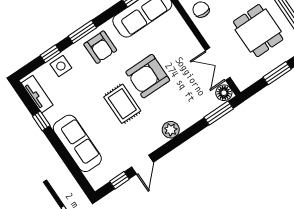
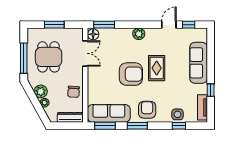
window: (82, 32) -> (137, 126), moved

